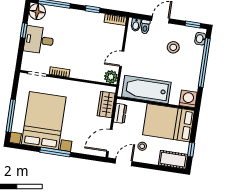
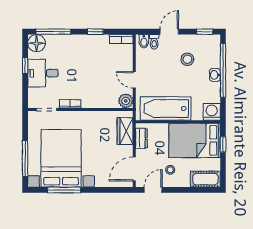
washbasin: (200, 39) -> (215, 75), moved
door: (122, 59) -> (134, 80), hinge flipped
window: (191, 150) -> (223, 144), moved
window: (55, 152) -> (64, 190), moved

